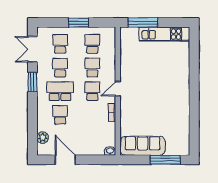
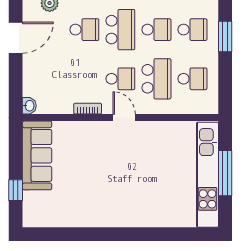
window: (79, 22) -> (225, 37), moved
window: (143, 22) -> (225, 173), moved
kitchen unit: (164, 34) -> (207, 175), width x1.36
school desk: (92, 68) -> (156, 79), width x1.85
window: (165, 160) -> (16, 190), width x0.46

